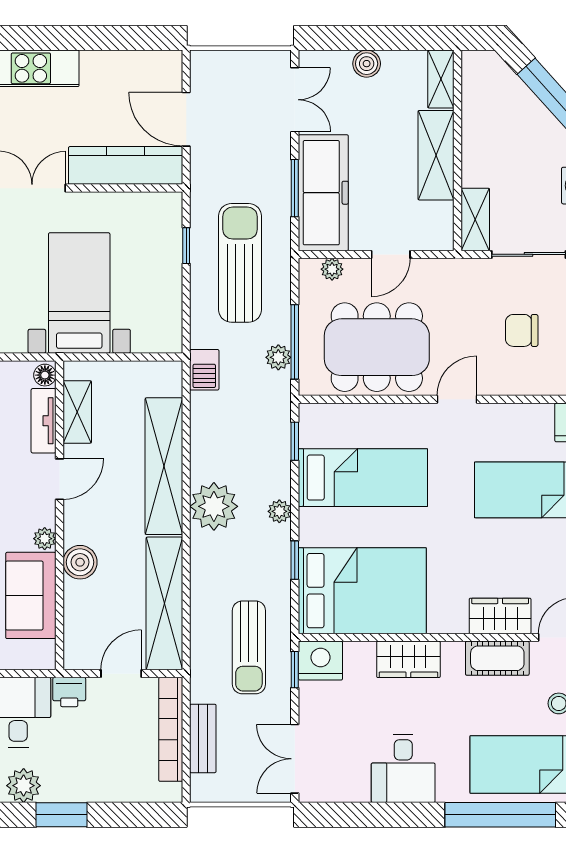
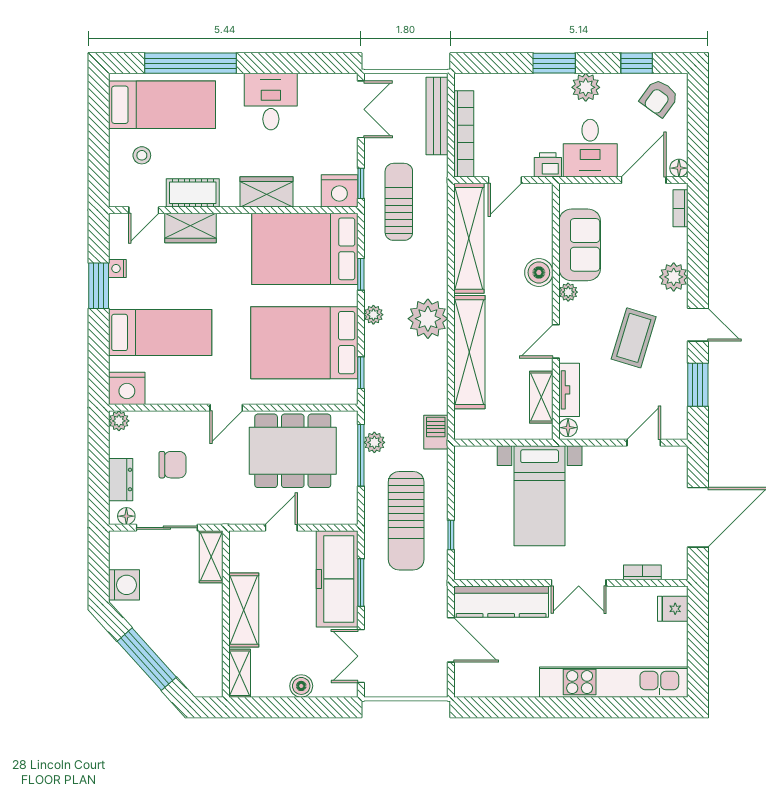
plant: (332, 269) -> (330, 515), removed
bed: (363, 478) -> (304, 343), width x1.50
bench: (203, 738) -> (437, 116), width x1.36

